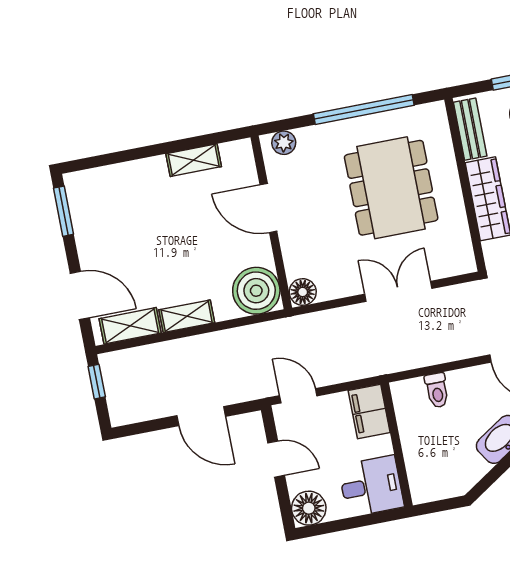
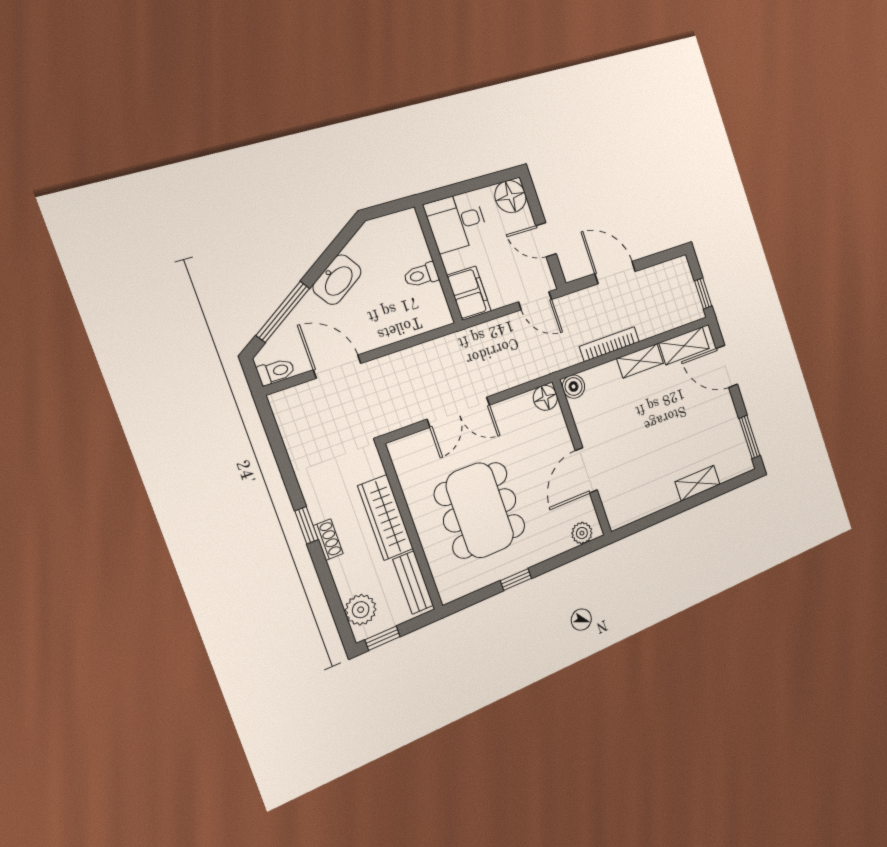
window: (364, 109) -> (516, 579), width x0.32
shelving: (194, 160) -> (698, 483), moved
door: (268, 208) -> (586, 470), swing flipped
boiler: (256, 291) -> (574, 387), width x0.54, depth x0.54
bookcase: (220, 339) -> (610, 344), added
toilet: (437, 390) -> (421, 275), moved, turned -90

